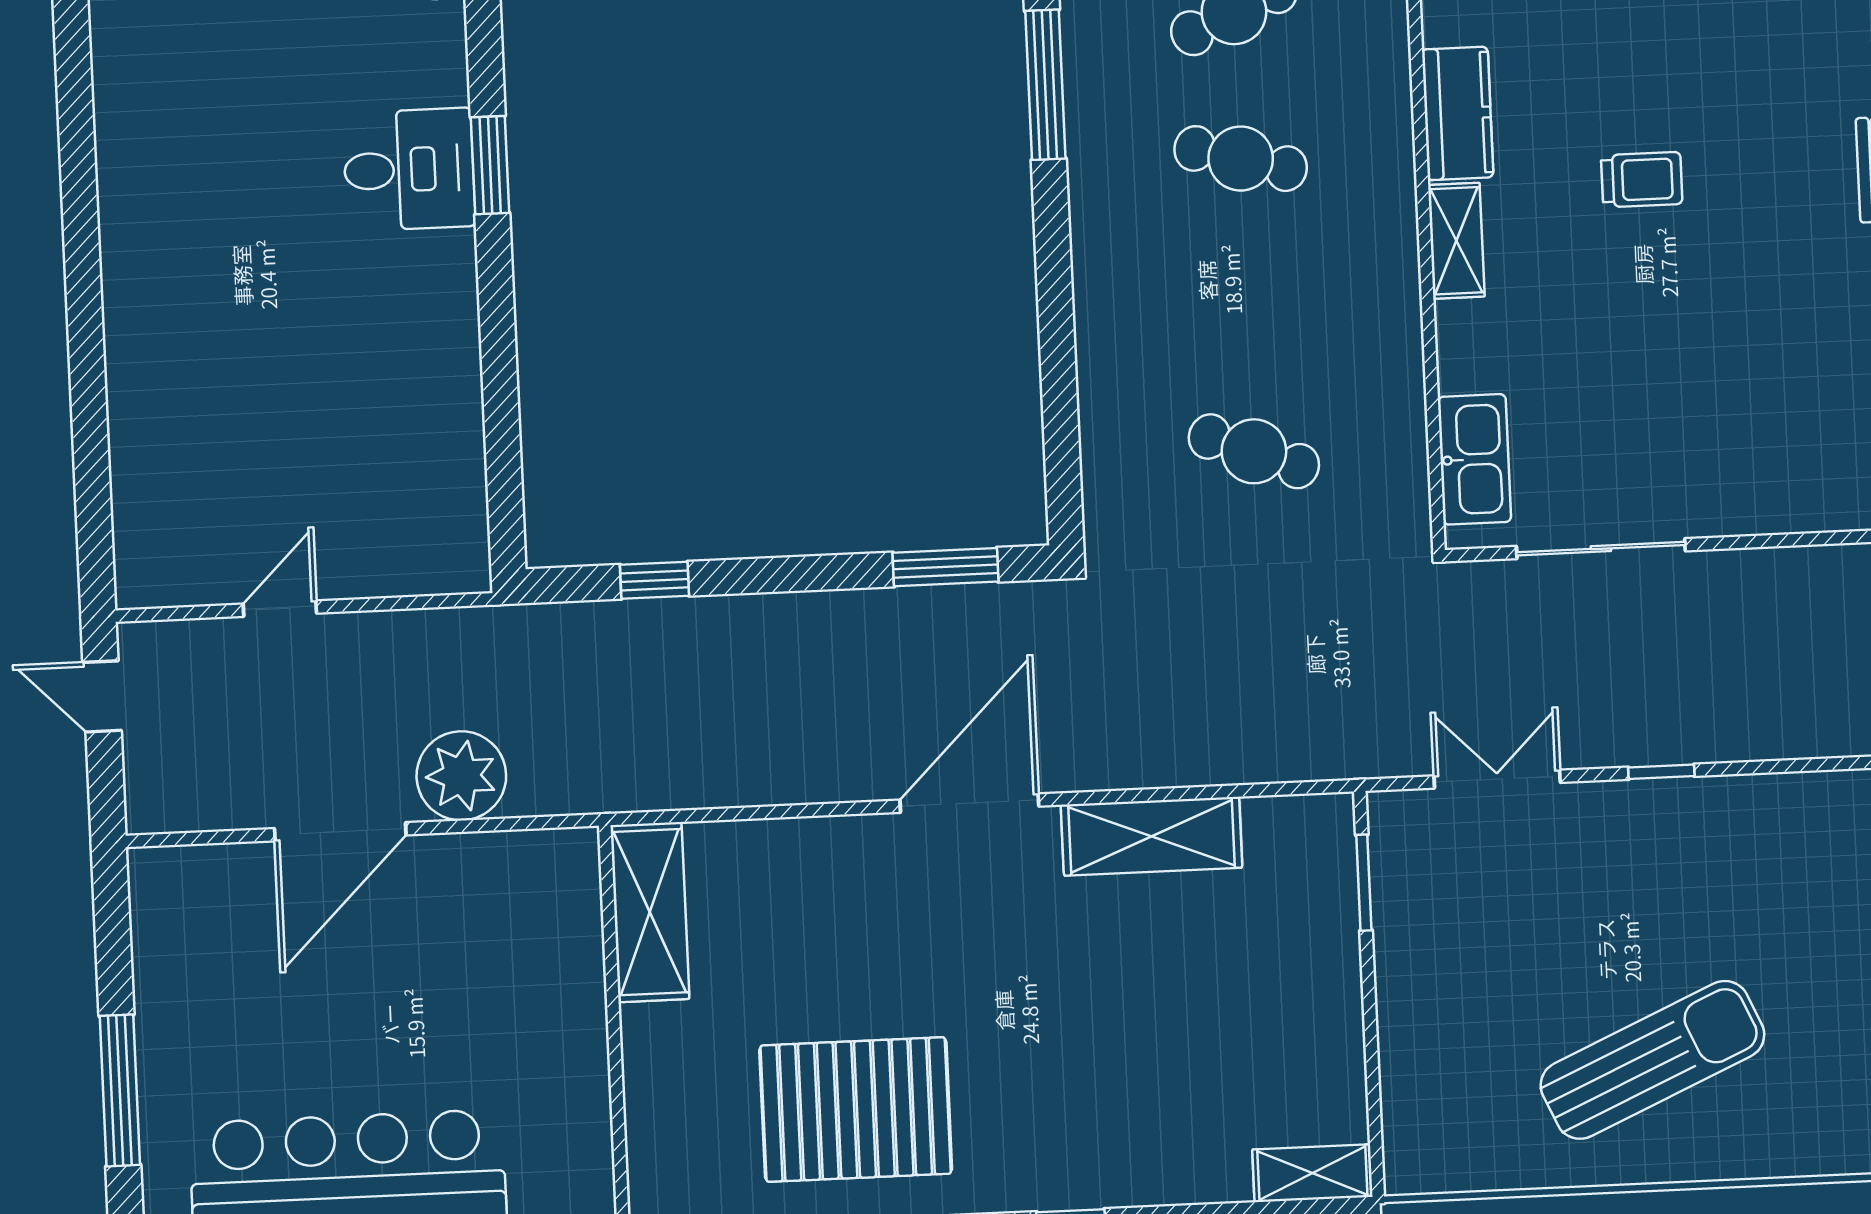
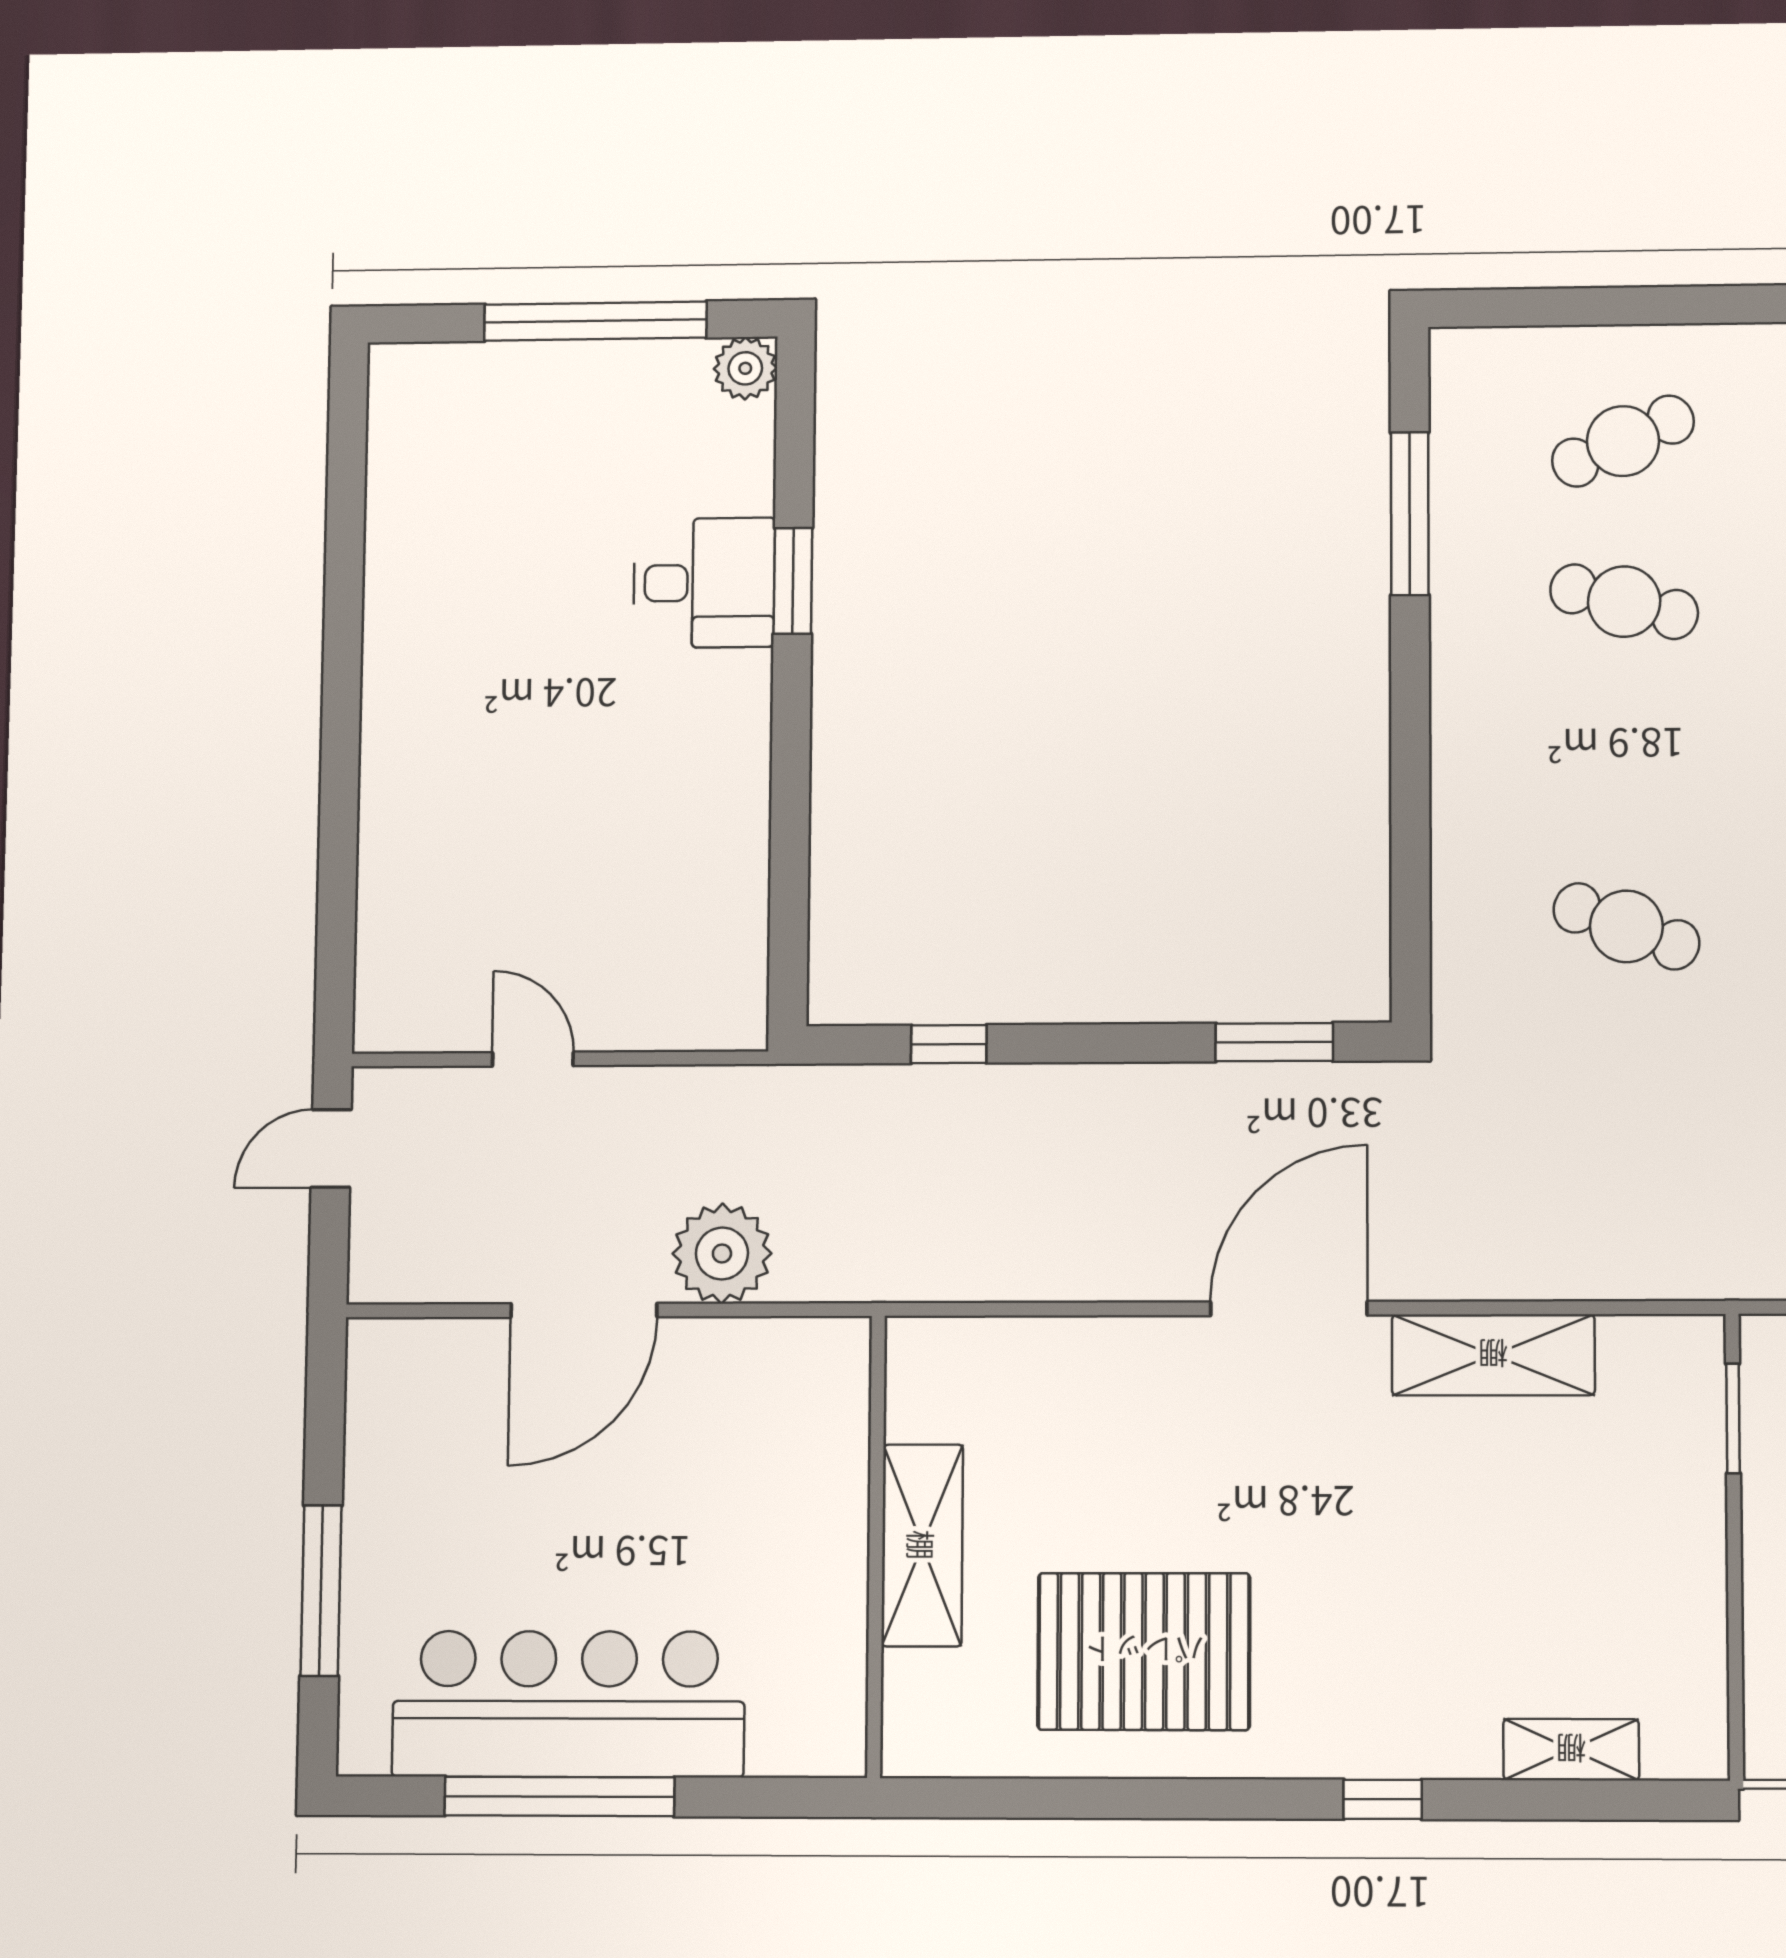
door: (280, 609) -> (533, 1059), hinge flipped
door: (102, 696) -> (331, 1148), hinge flipped
shelving: (650, 912) -> (922, 1545), moved
shelving: (1312, 1173) -> (1571, 1750), moved

